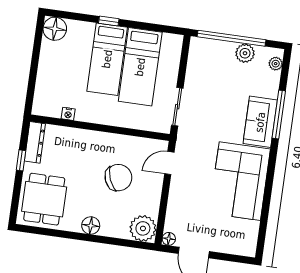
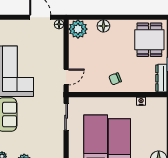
chair: (118, 178) -> (115, 79), moved, width x0.54, depth x0.54
floor lamp: (91, 226) -> (103, 26), moved

